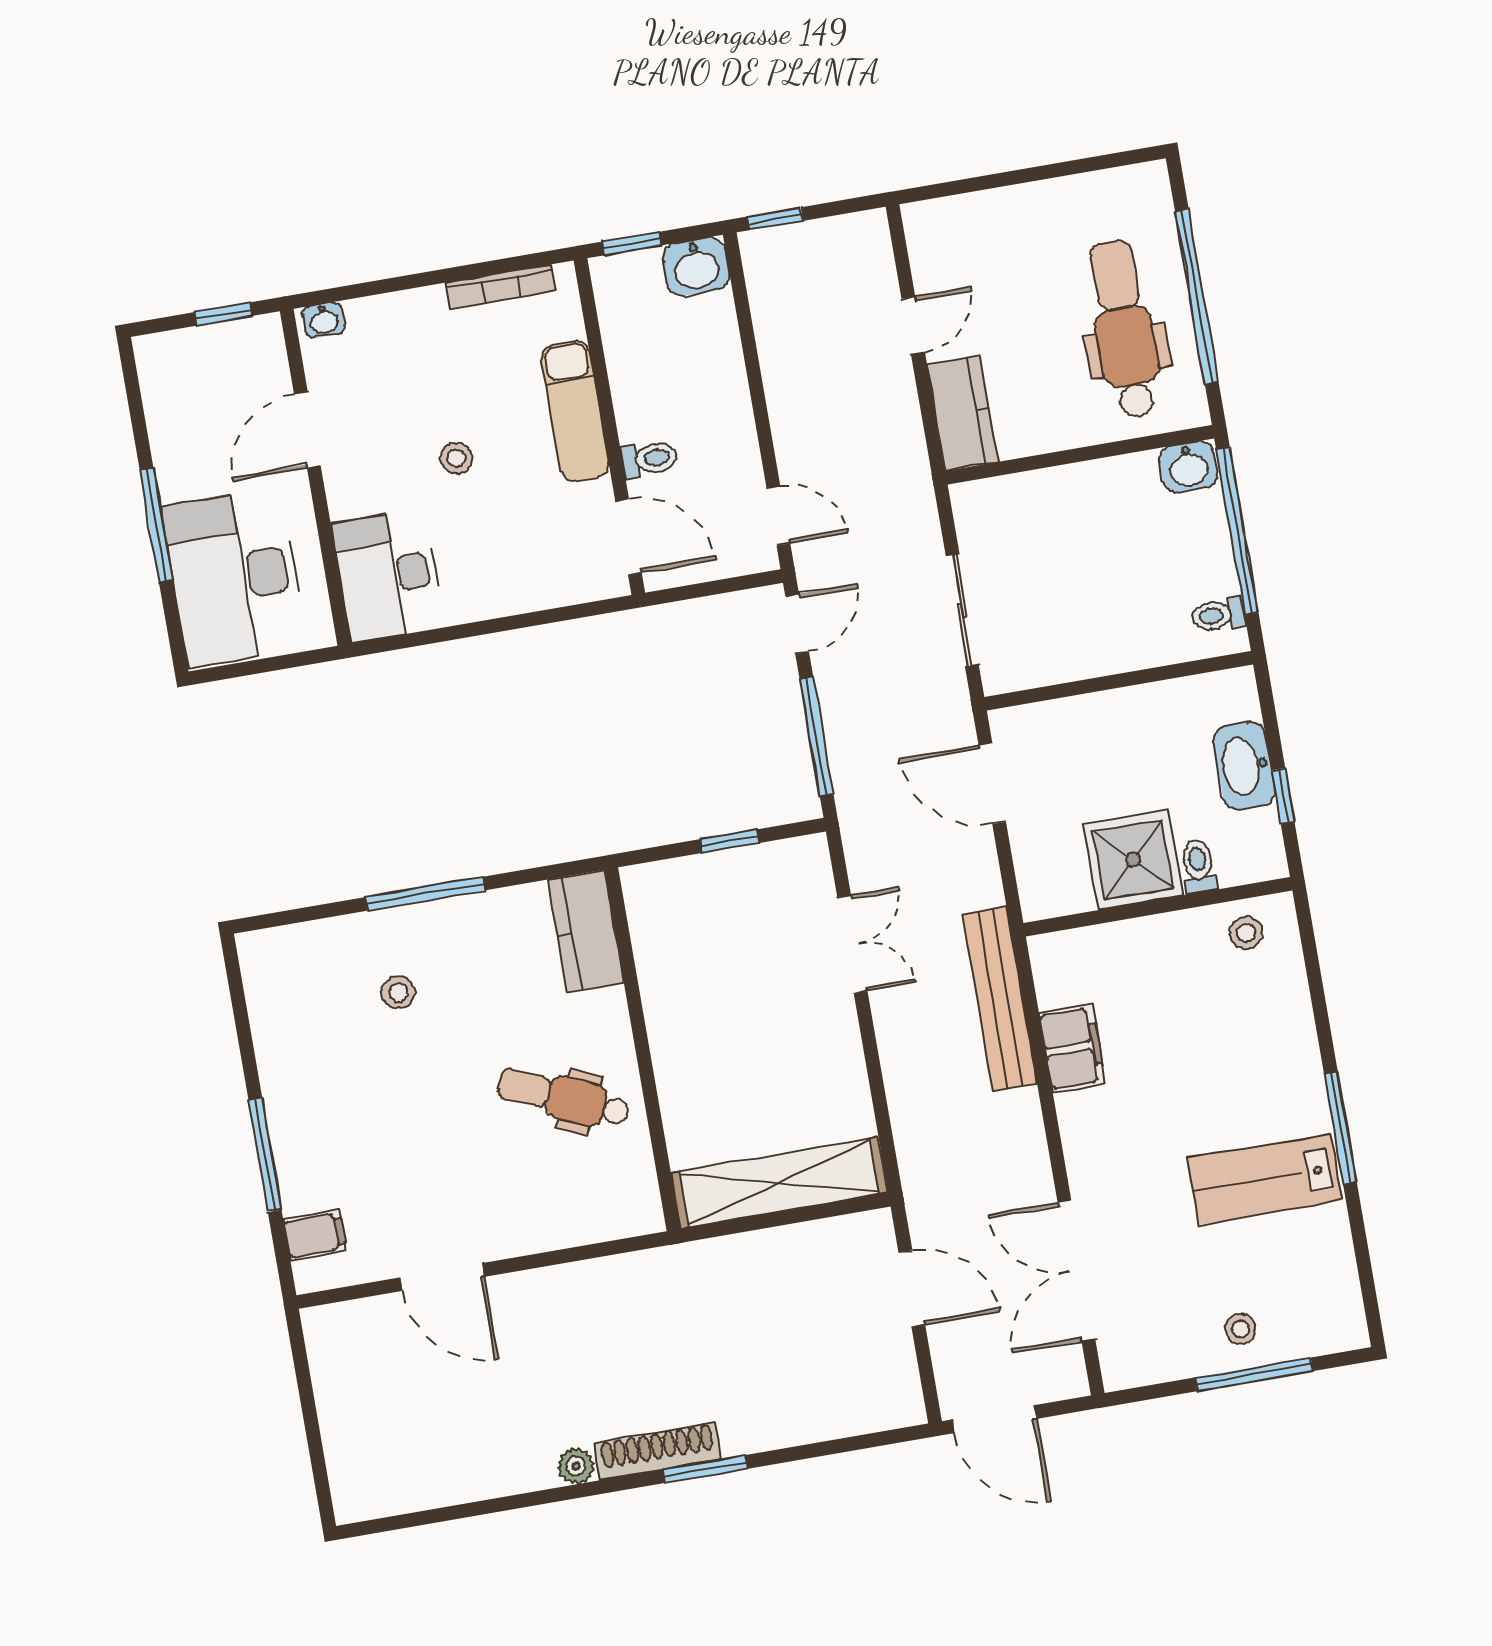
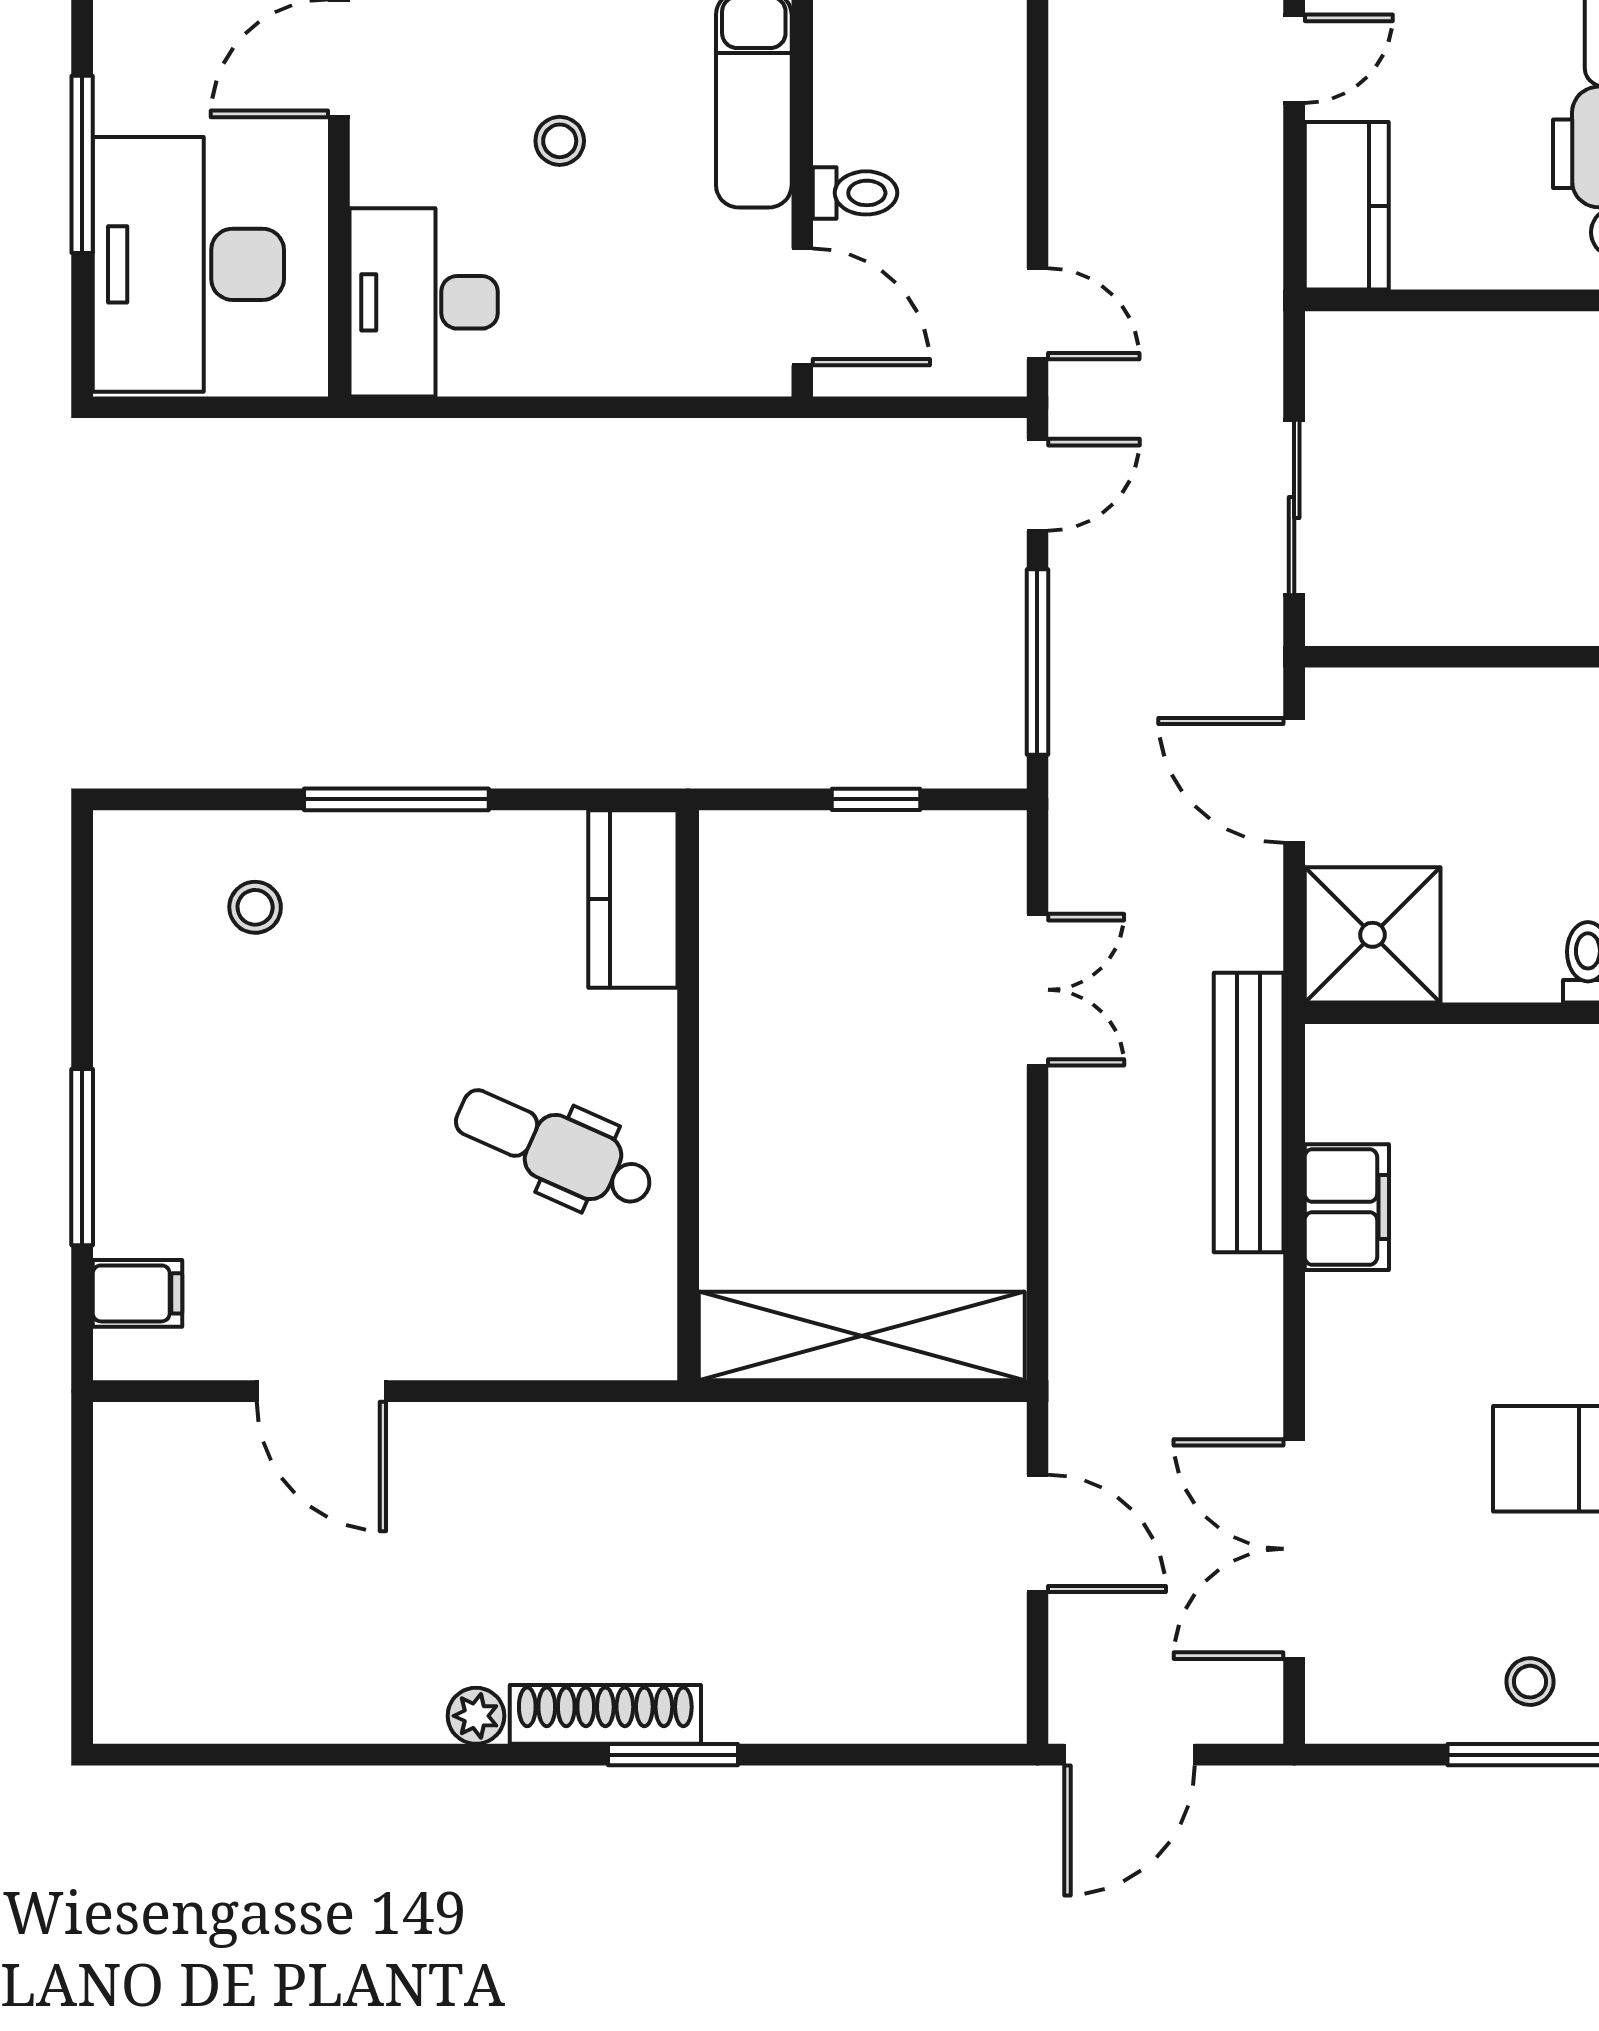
shower: (1133, 860) -> (1373, 935), moved
stool: (398, 992) -> (255, 907), moved
door: (994, 1419) -> (1129, 1755), hinge flipped

